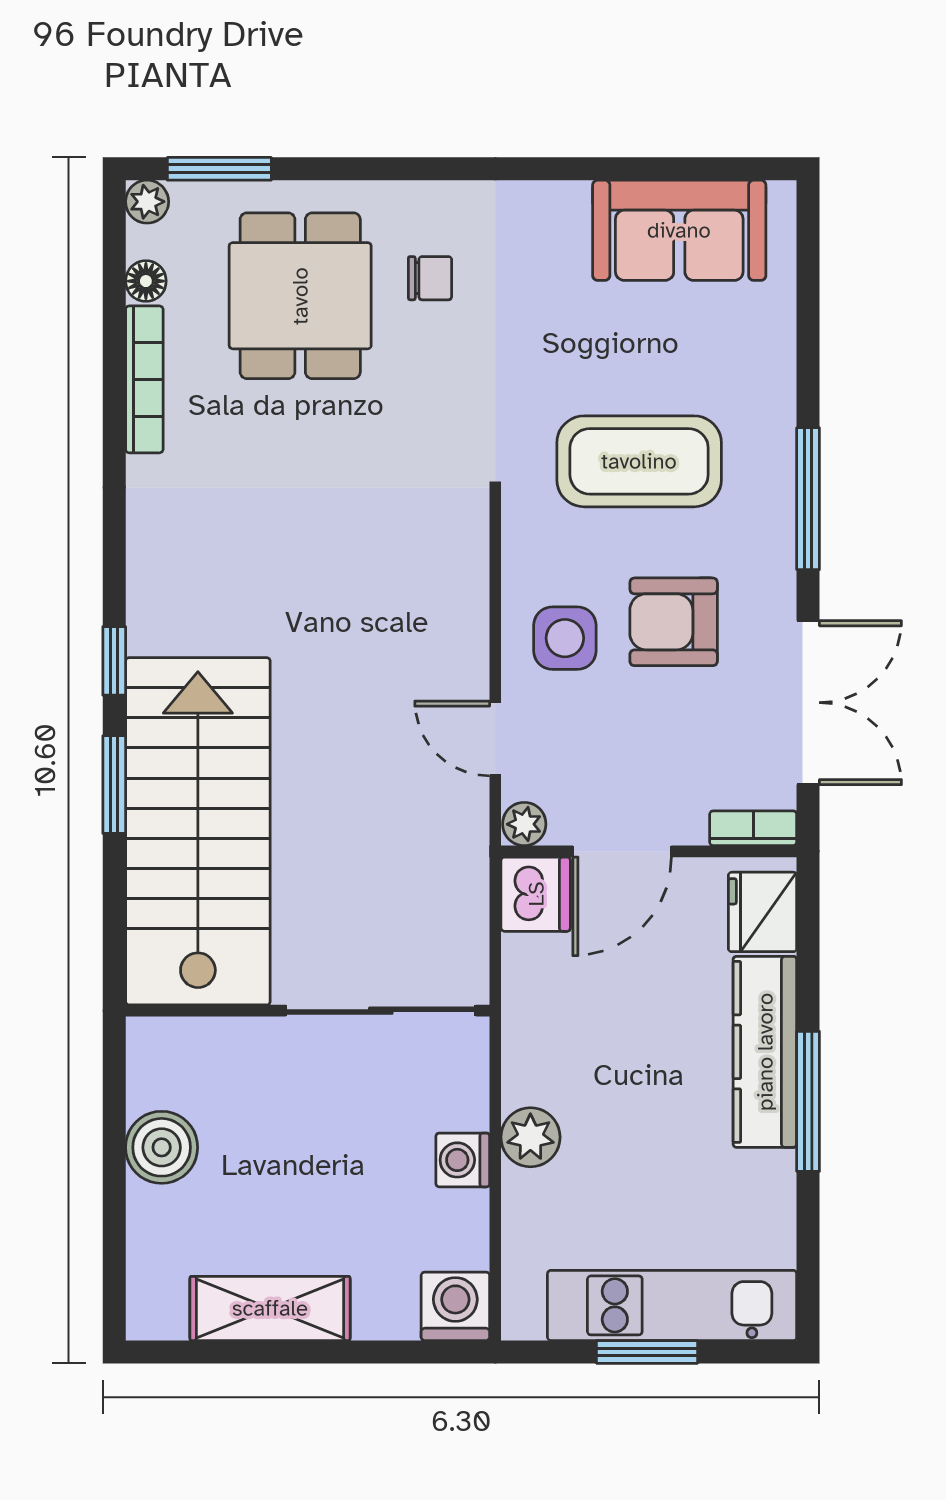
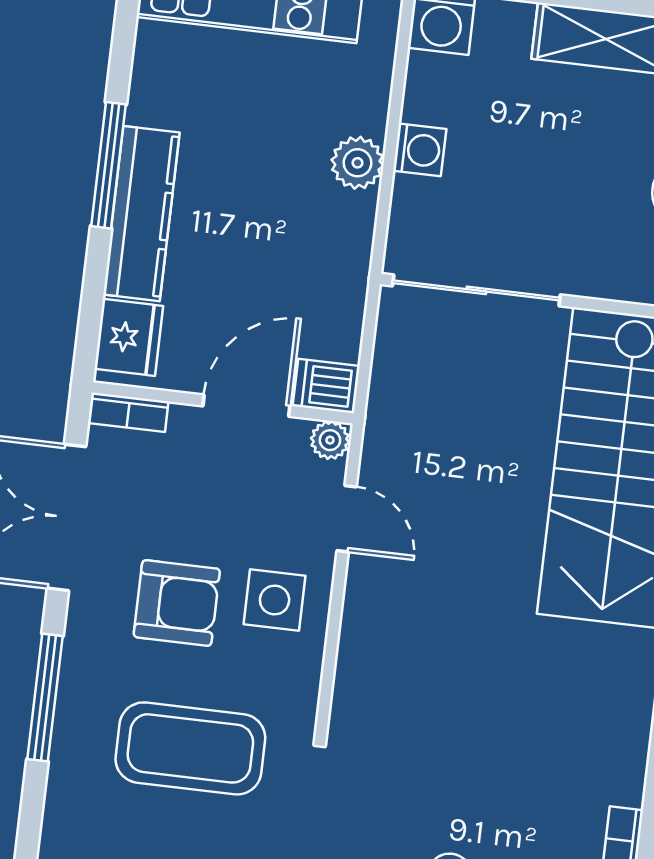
dishwasher: (536, 894) -> (326, 386), width x0.73

